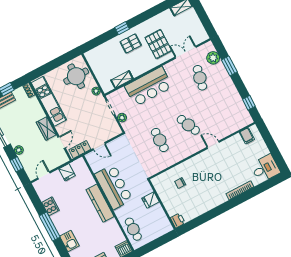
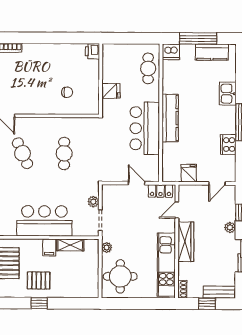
filing cabinet: (135, 70) -> (49, 248), added
wardrobe: (46, 129) -> (186, 242), width x1.50

